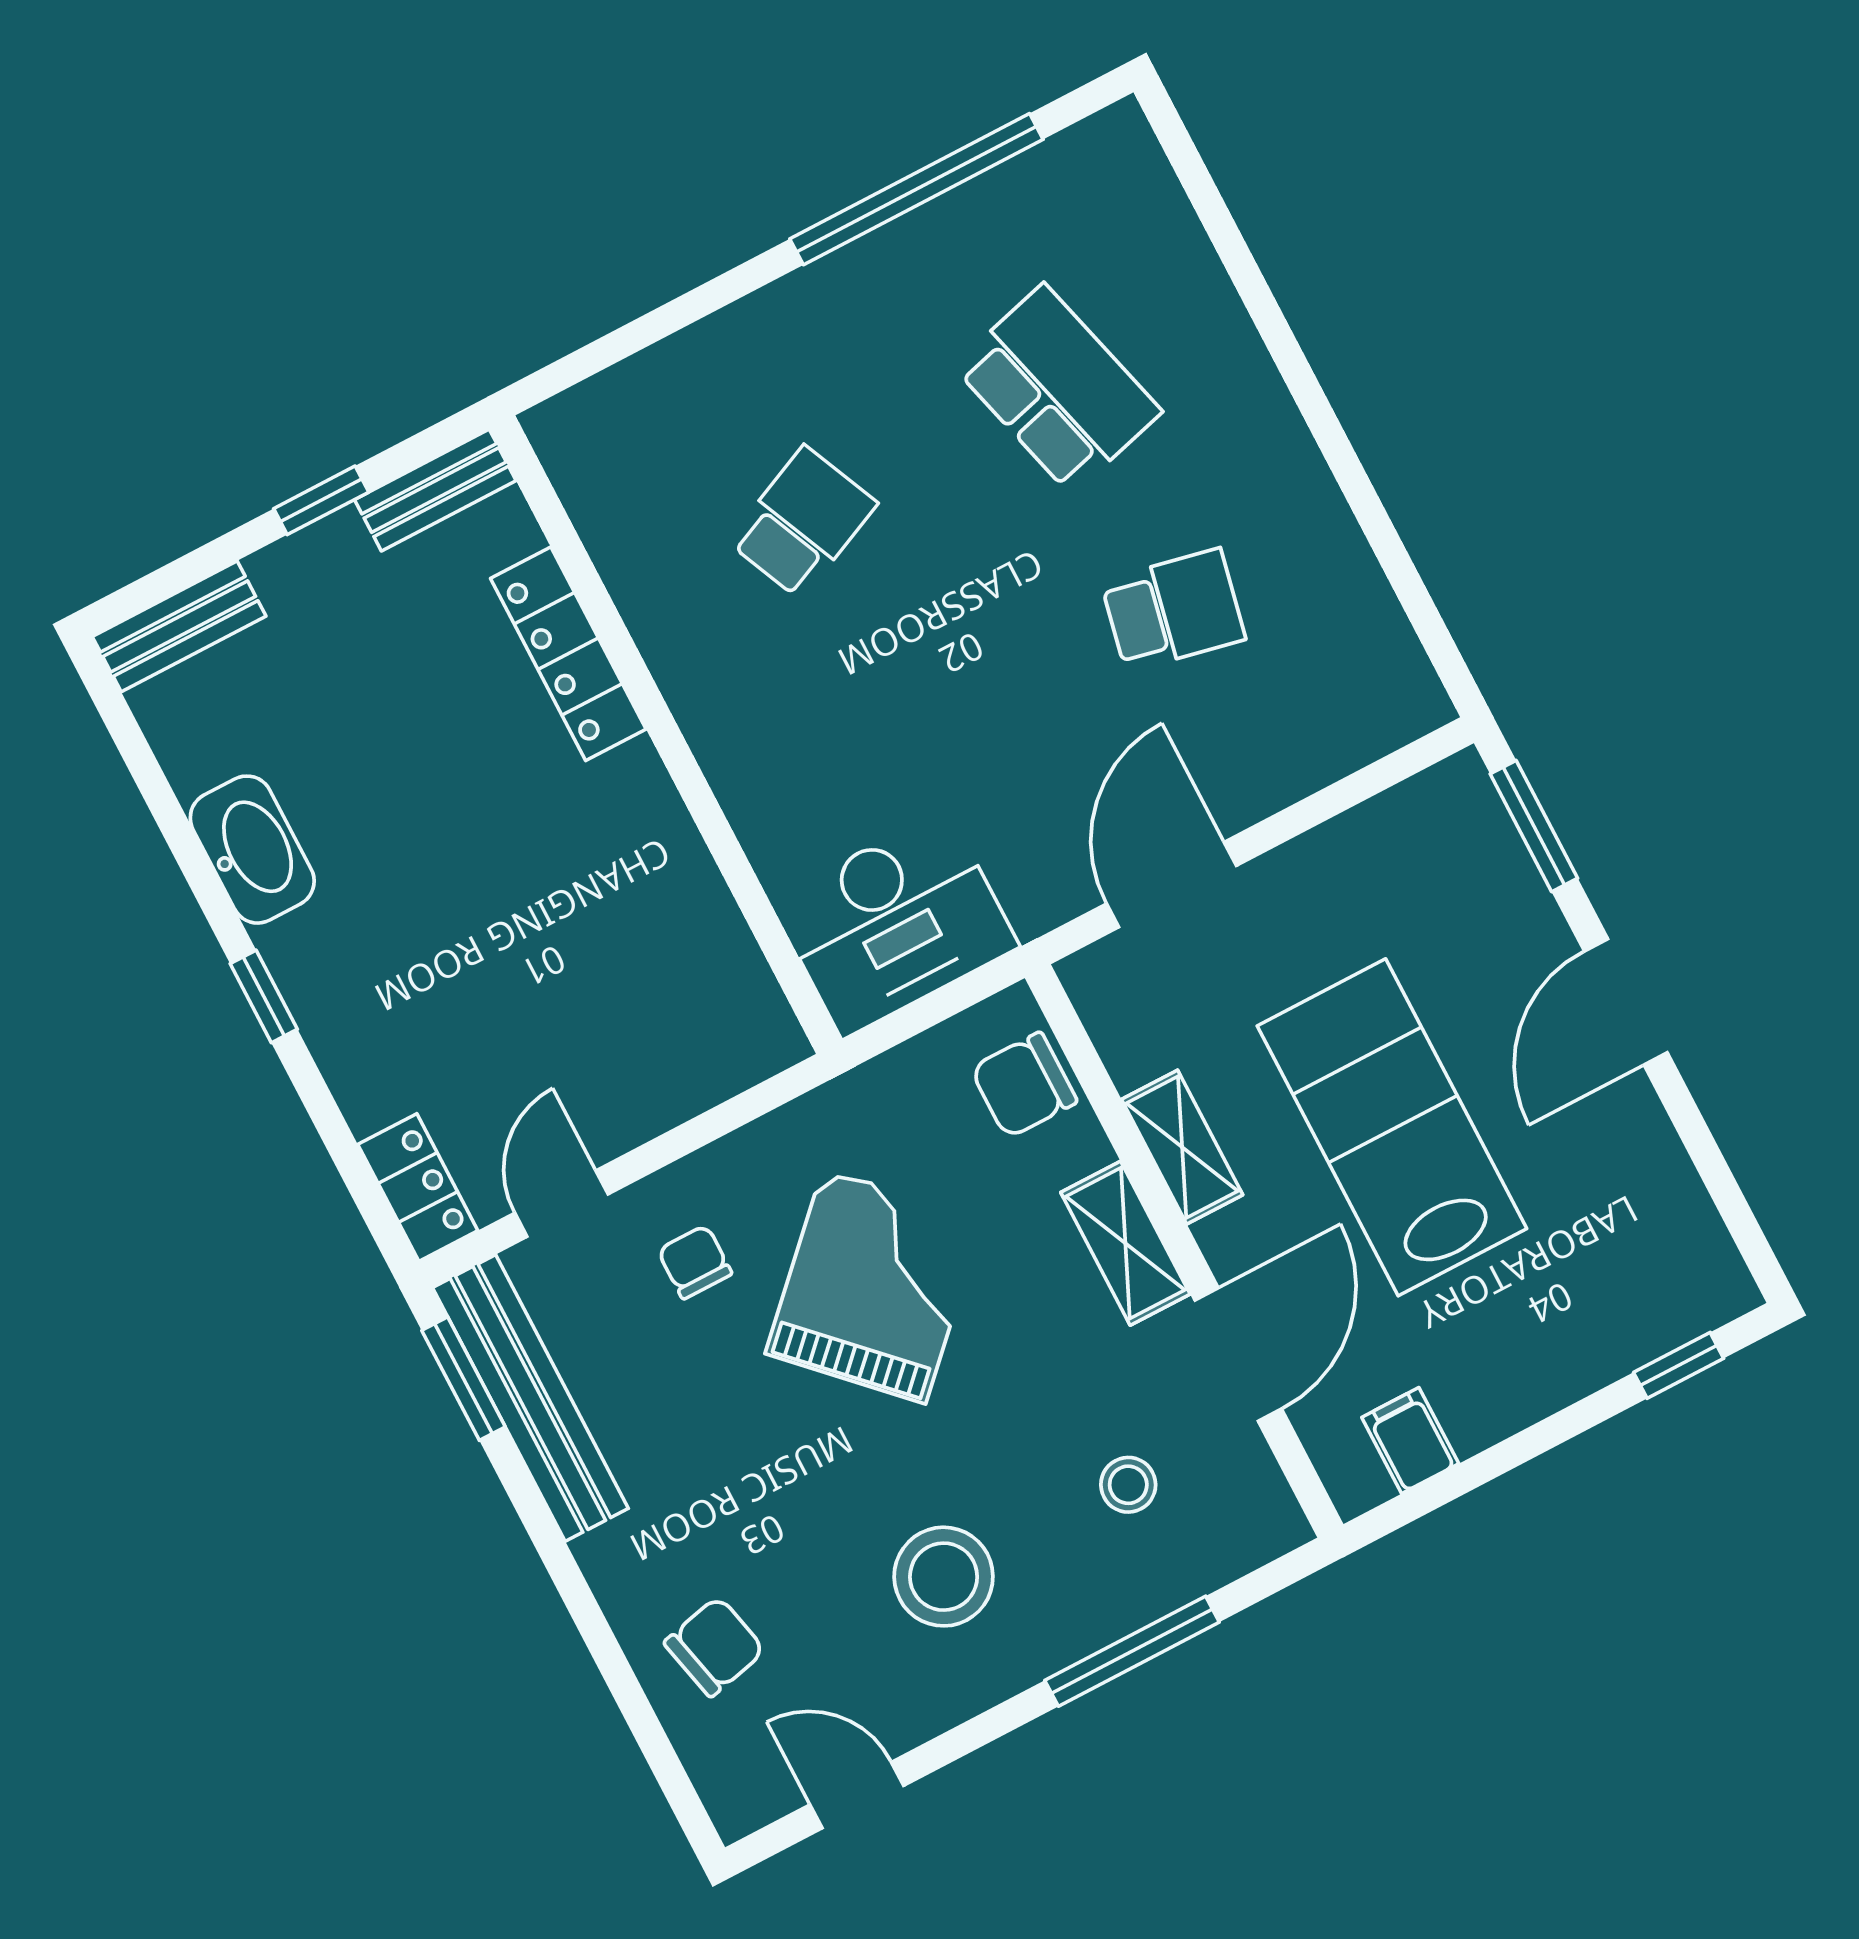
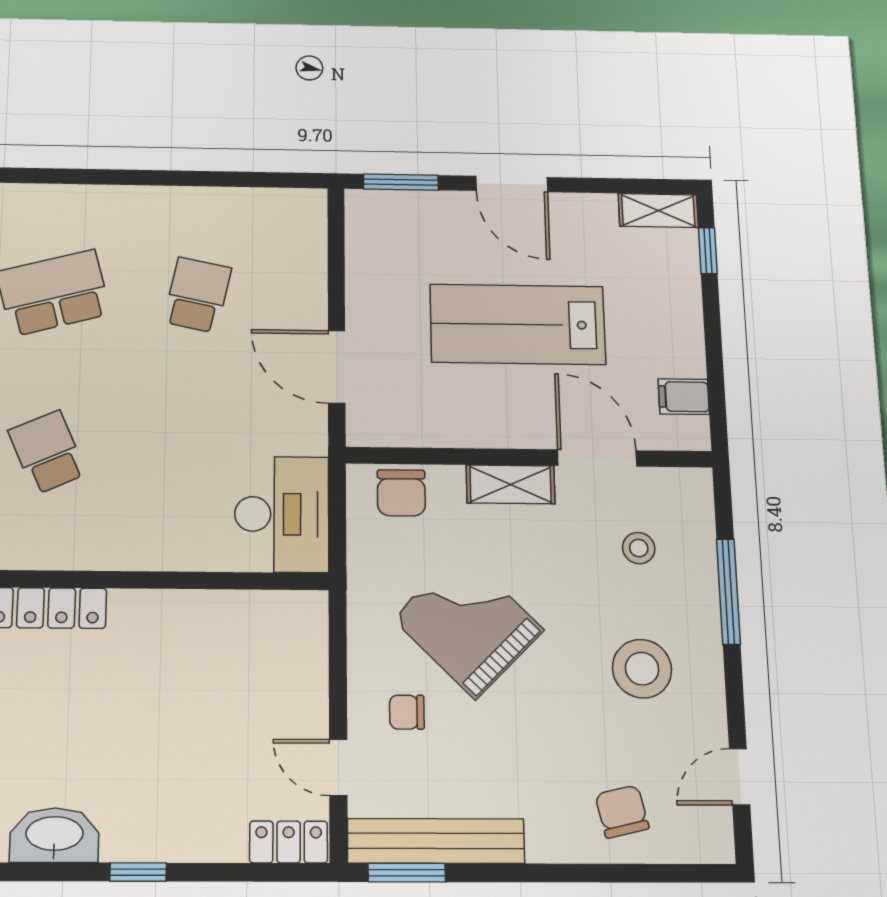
shelving: (1182, 1147) -> (658, 211), moved

